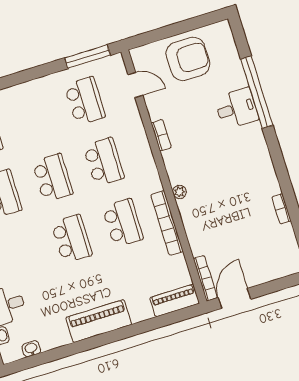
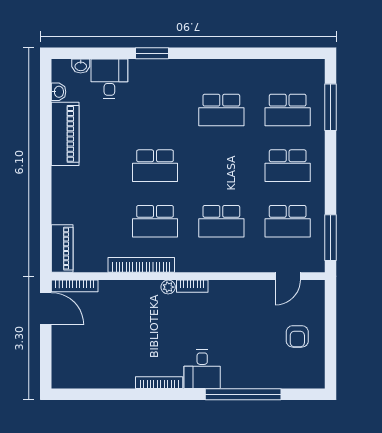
armchair: (188, 59) -> (297, 336), width x0.53, depth x0.53
desk: (236, 108) -> (202, 369), moved
bookcase: (161, 135) -> (192, 286), moved
school desk: (53, 178) -> (288, 166), moved
bookcase: (281, 209) -> (159, 383), moved, width x1.56
piano: (99, 321) -> (65, 134), moved

